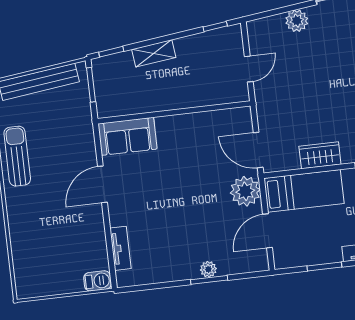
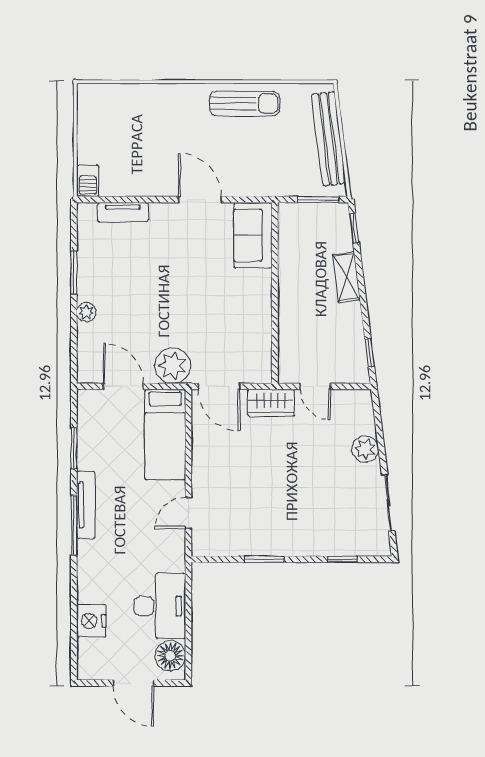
door: (258, 150) -> (219, 386), swing flipped
wardrobe: (320, 155) -> (271, 403), moved, turned 90
window: (209, 280) -> (74, 272), moved

